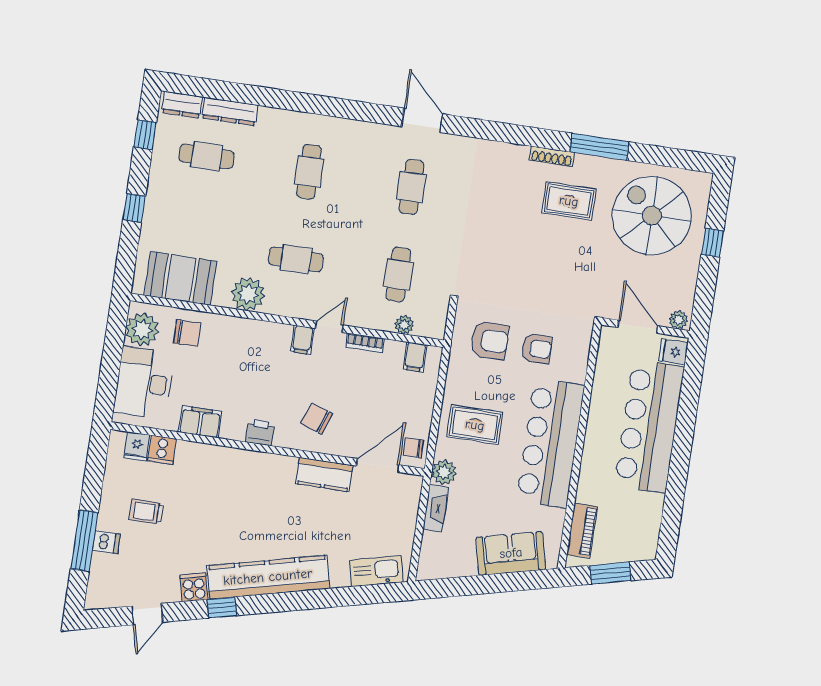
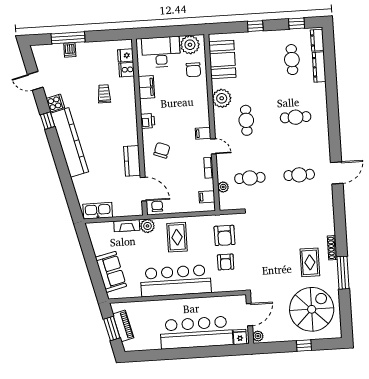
trolley: (146, 512) -> (104, 94), moved
piano: (582, 531) -> (123, 326), moved, turned -104
kitchen sink: (376, 571) -> (98, 211), moved, turned -76

